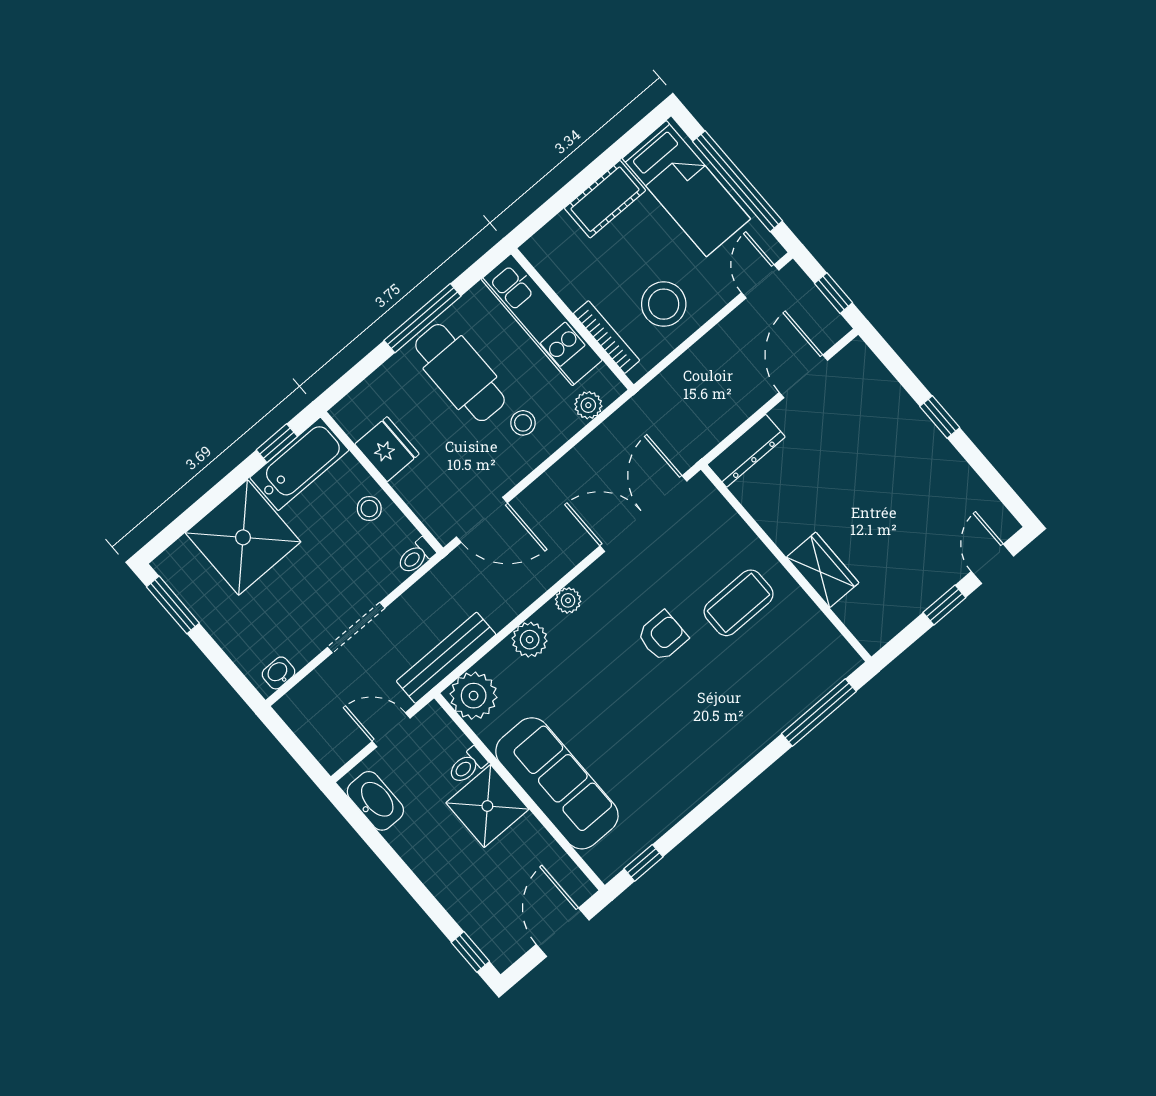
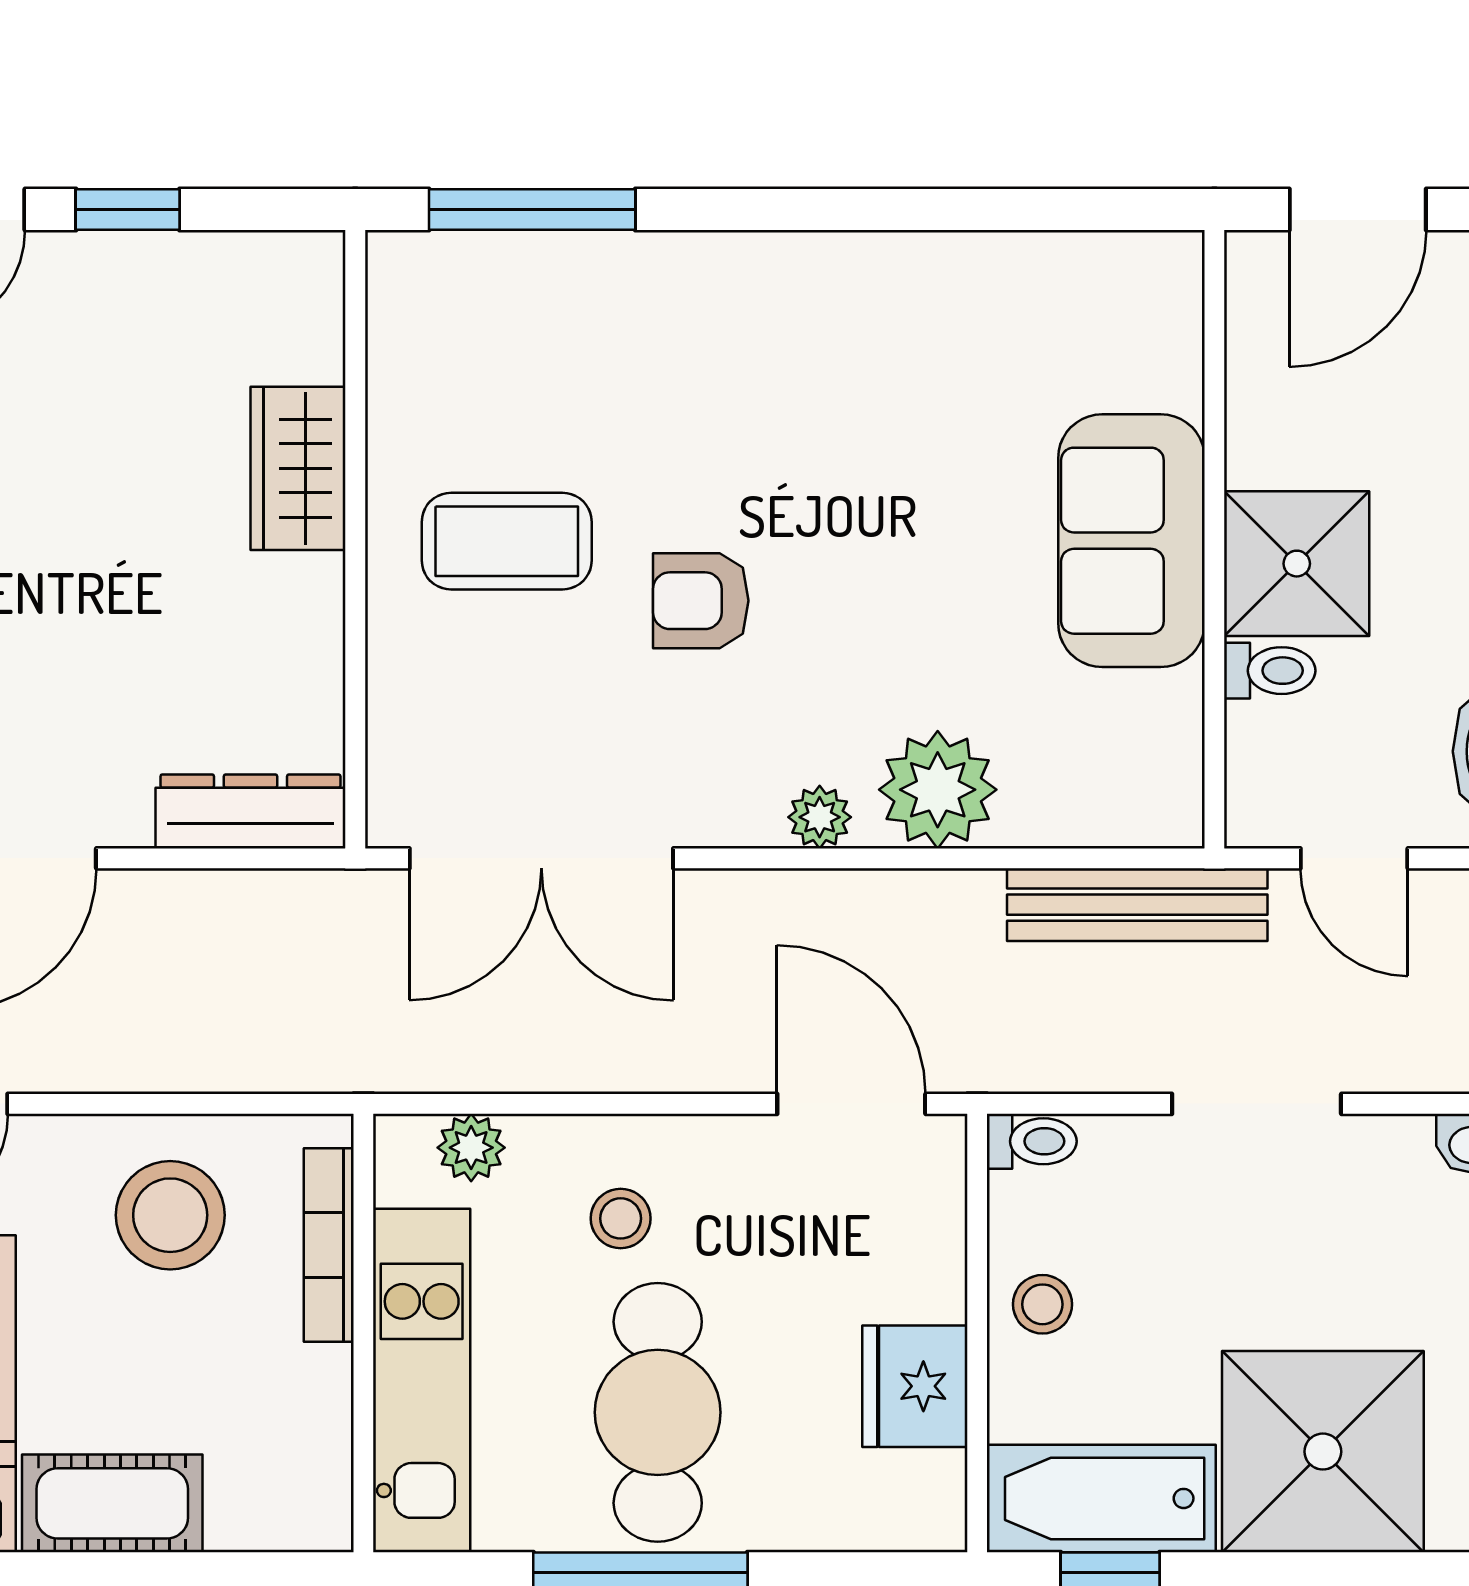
plant: (530, 640) -> (938, 790), width x1.36, depth x1.36
plant: (474, 696) -> (1147, 791), removed
sofa: (557, 783) -> (1131, 541), width x0.73
window: (643, 863) -> (1097, 210), removed

